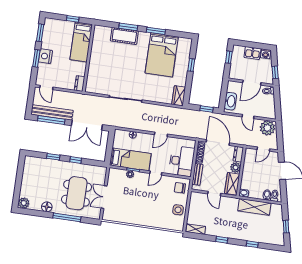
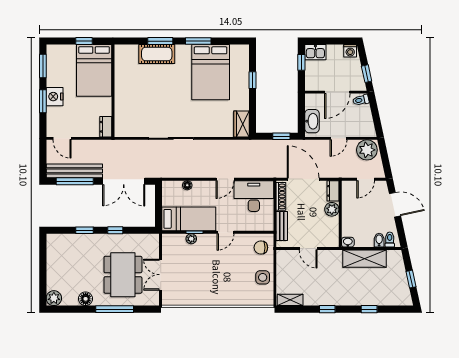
bed: (81, 42) -> (94, 70), width x1.50
kitchen sink: (252, 53) -> (315, 52), moved
door: (248, 116) -> (339, 138), hinge flipped
desk: (182, 161) -> (254, 196), moved, turned -90
wardrobe: (232, 184) -> (330, 232), removed

